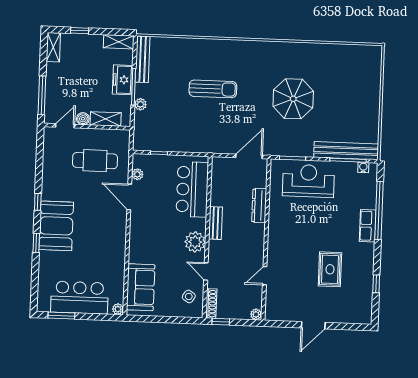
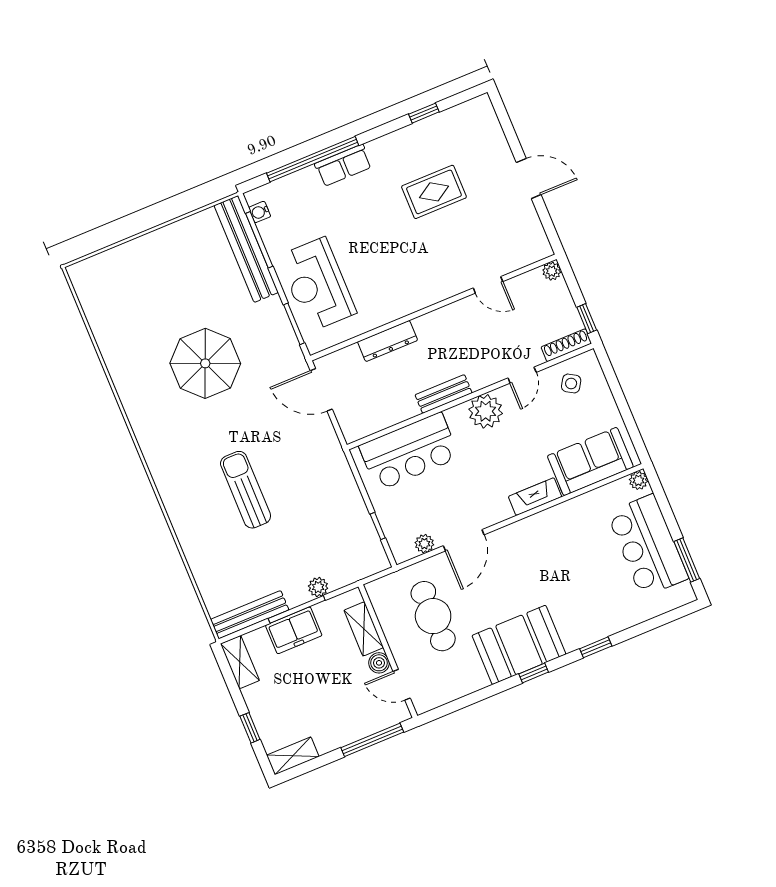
booth: (56, 226) -> (519, 645), moved
fireplace: (135, 248) -> (535, 497), added

